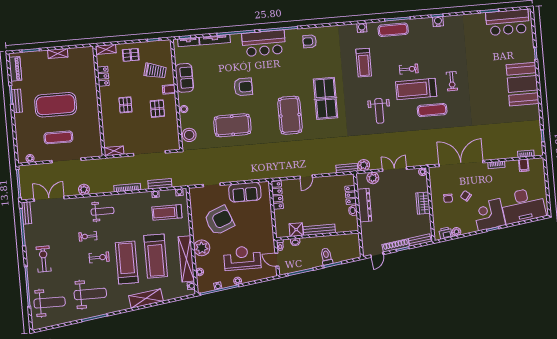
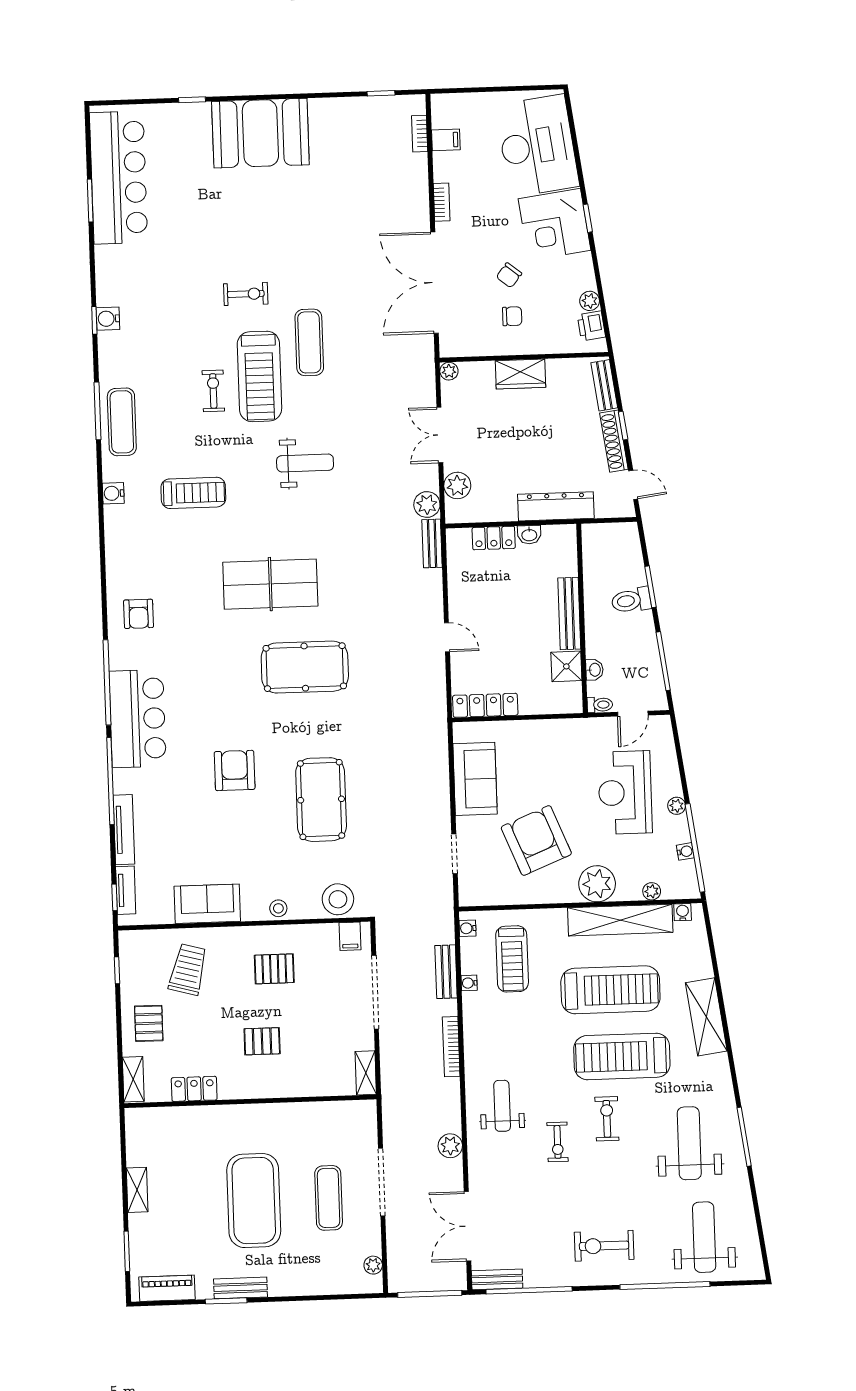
bar counter: (508, 22) -> (119, 178), width x1.36
filing cabinet: (169, 89) -> (350, 936), moved
dresser: (364, 205) -> (556, 506), moved

